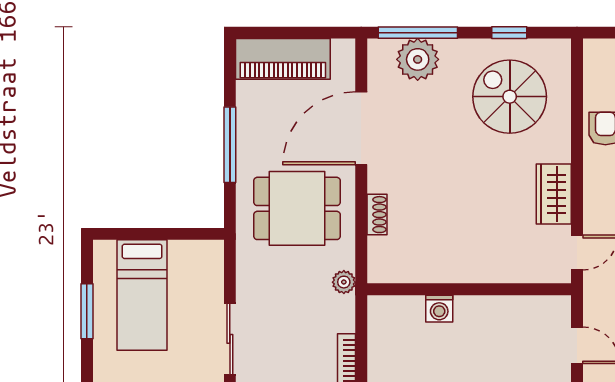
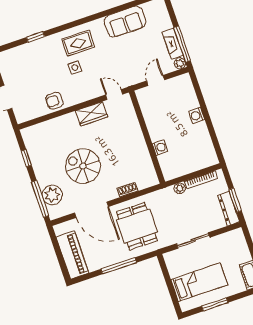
spiral stairs: (510, 97) -> (83, 166), moved, turned 90
plant: (344, 282) -> (180, 188), moved
sliding door: (230, 339) -> (193, 240), moved

